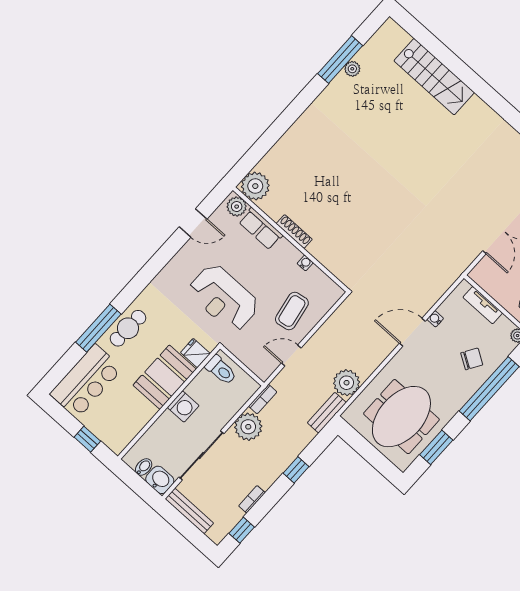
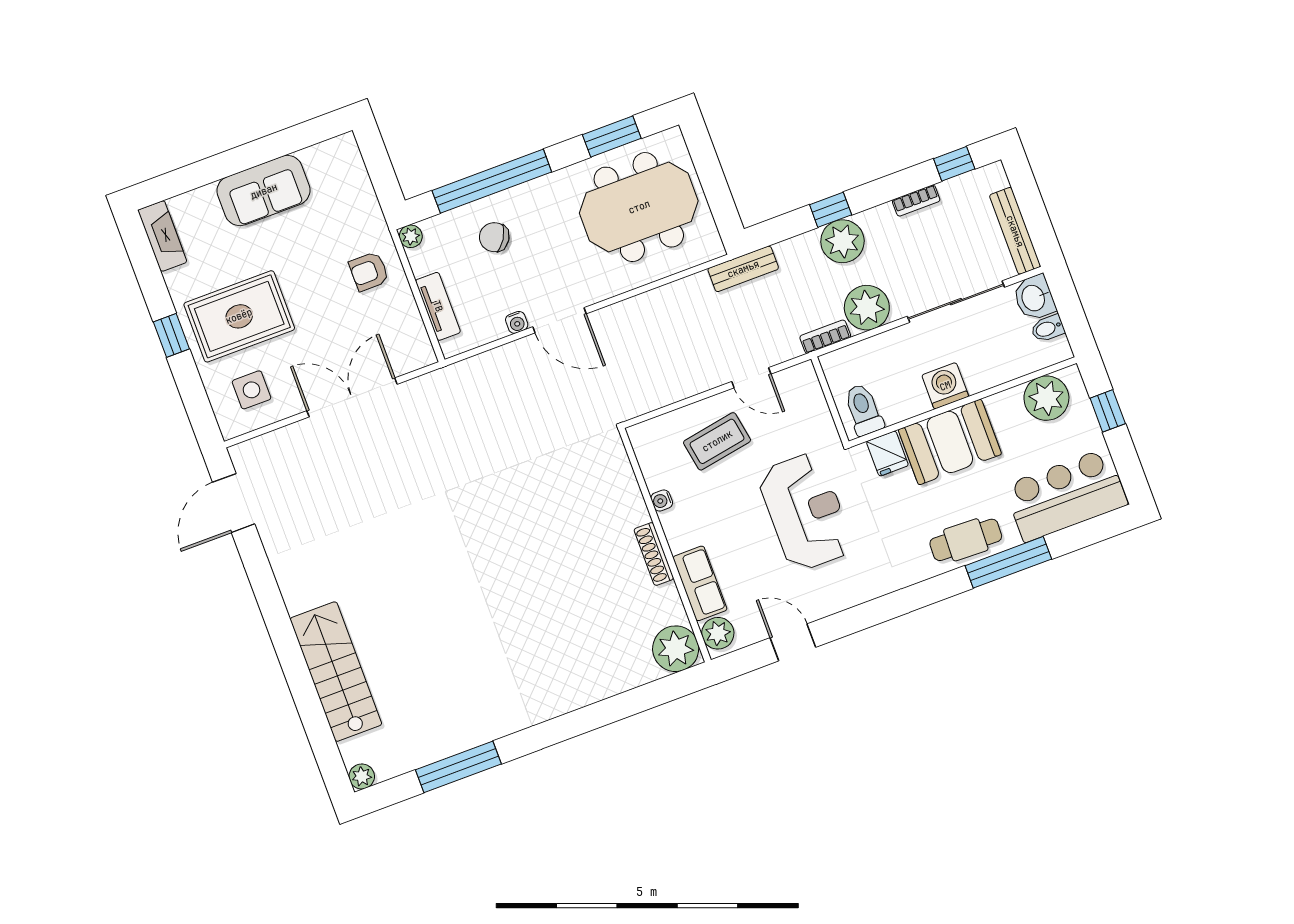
plant: (352, 69) -> (362, 776), moved
plant: (347, 383) -> (842, 241), moved
plant: (124, 429) -> (1046, 398), added

